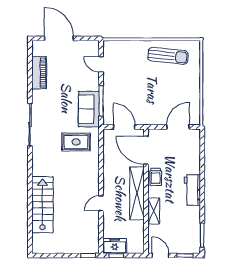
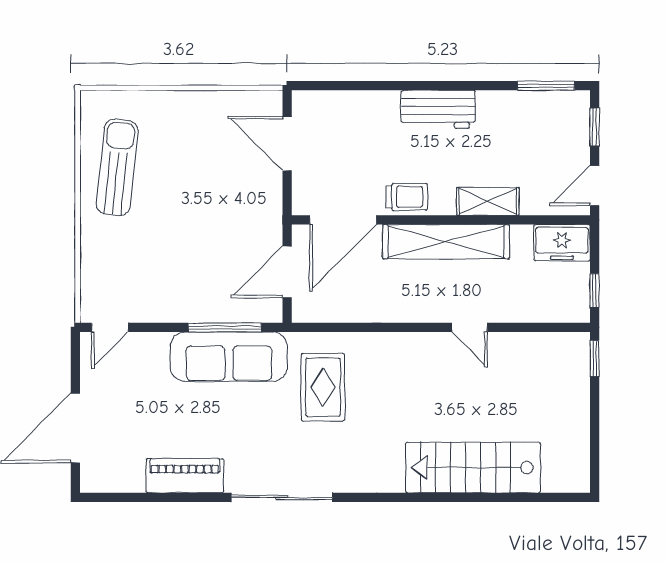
door: (101, 64) -> (110, 327), moved
piano: (39, 73) -> (185, 476), moved
sofa: (89, 109) -> (229, 357), width x1.36
freezer: (115, 246) -> (562, 243), moved, turned -90

